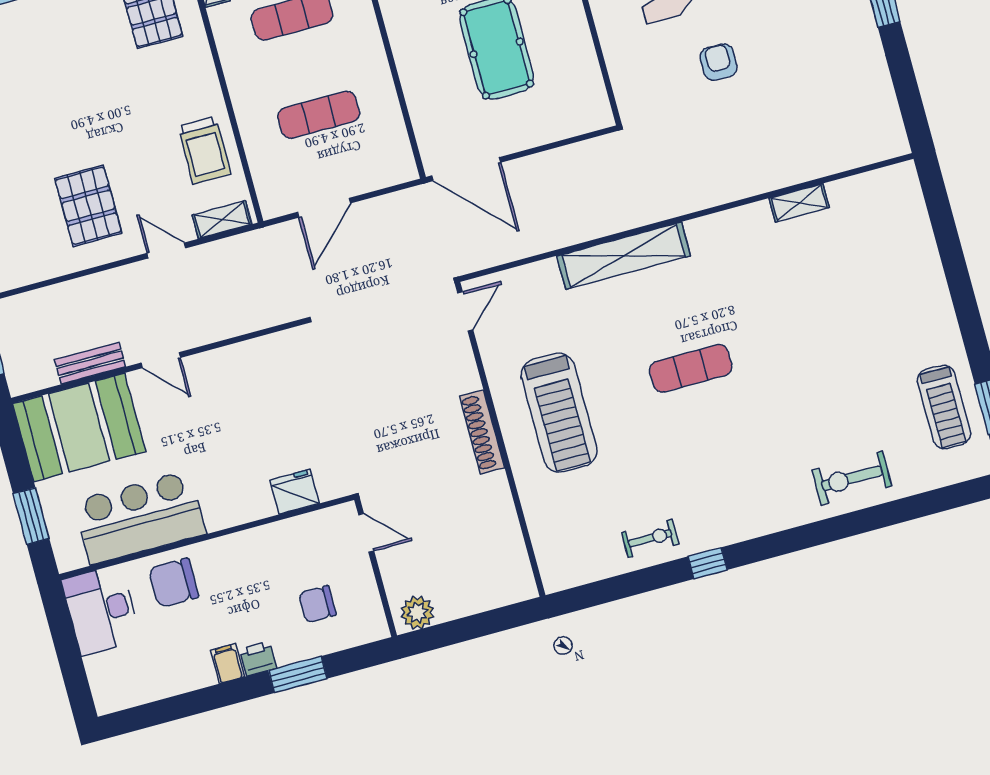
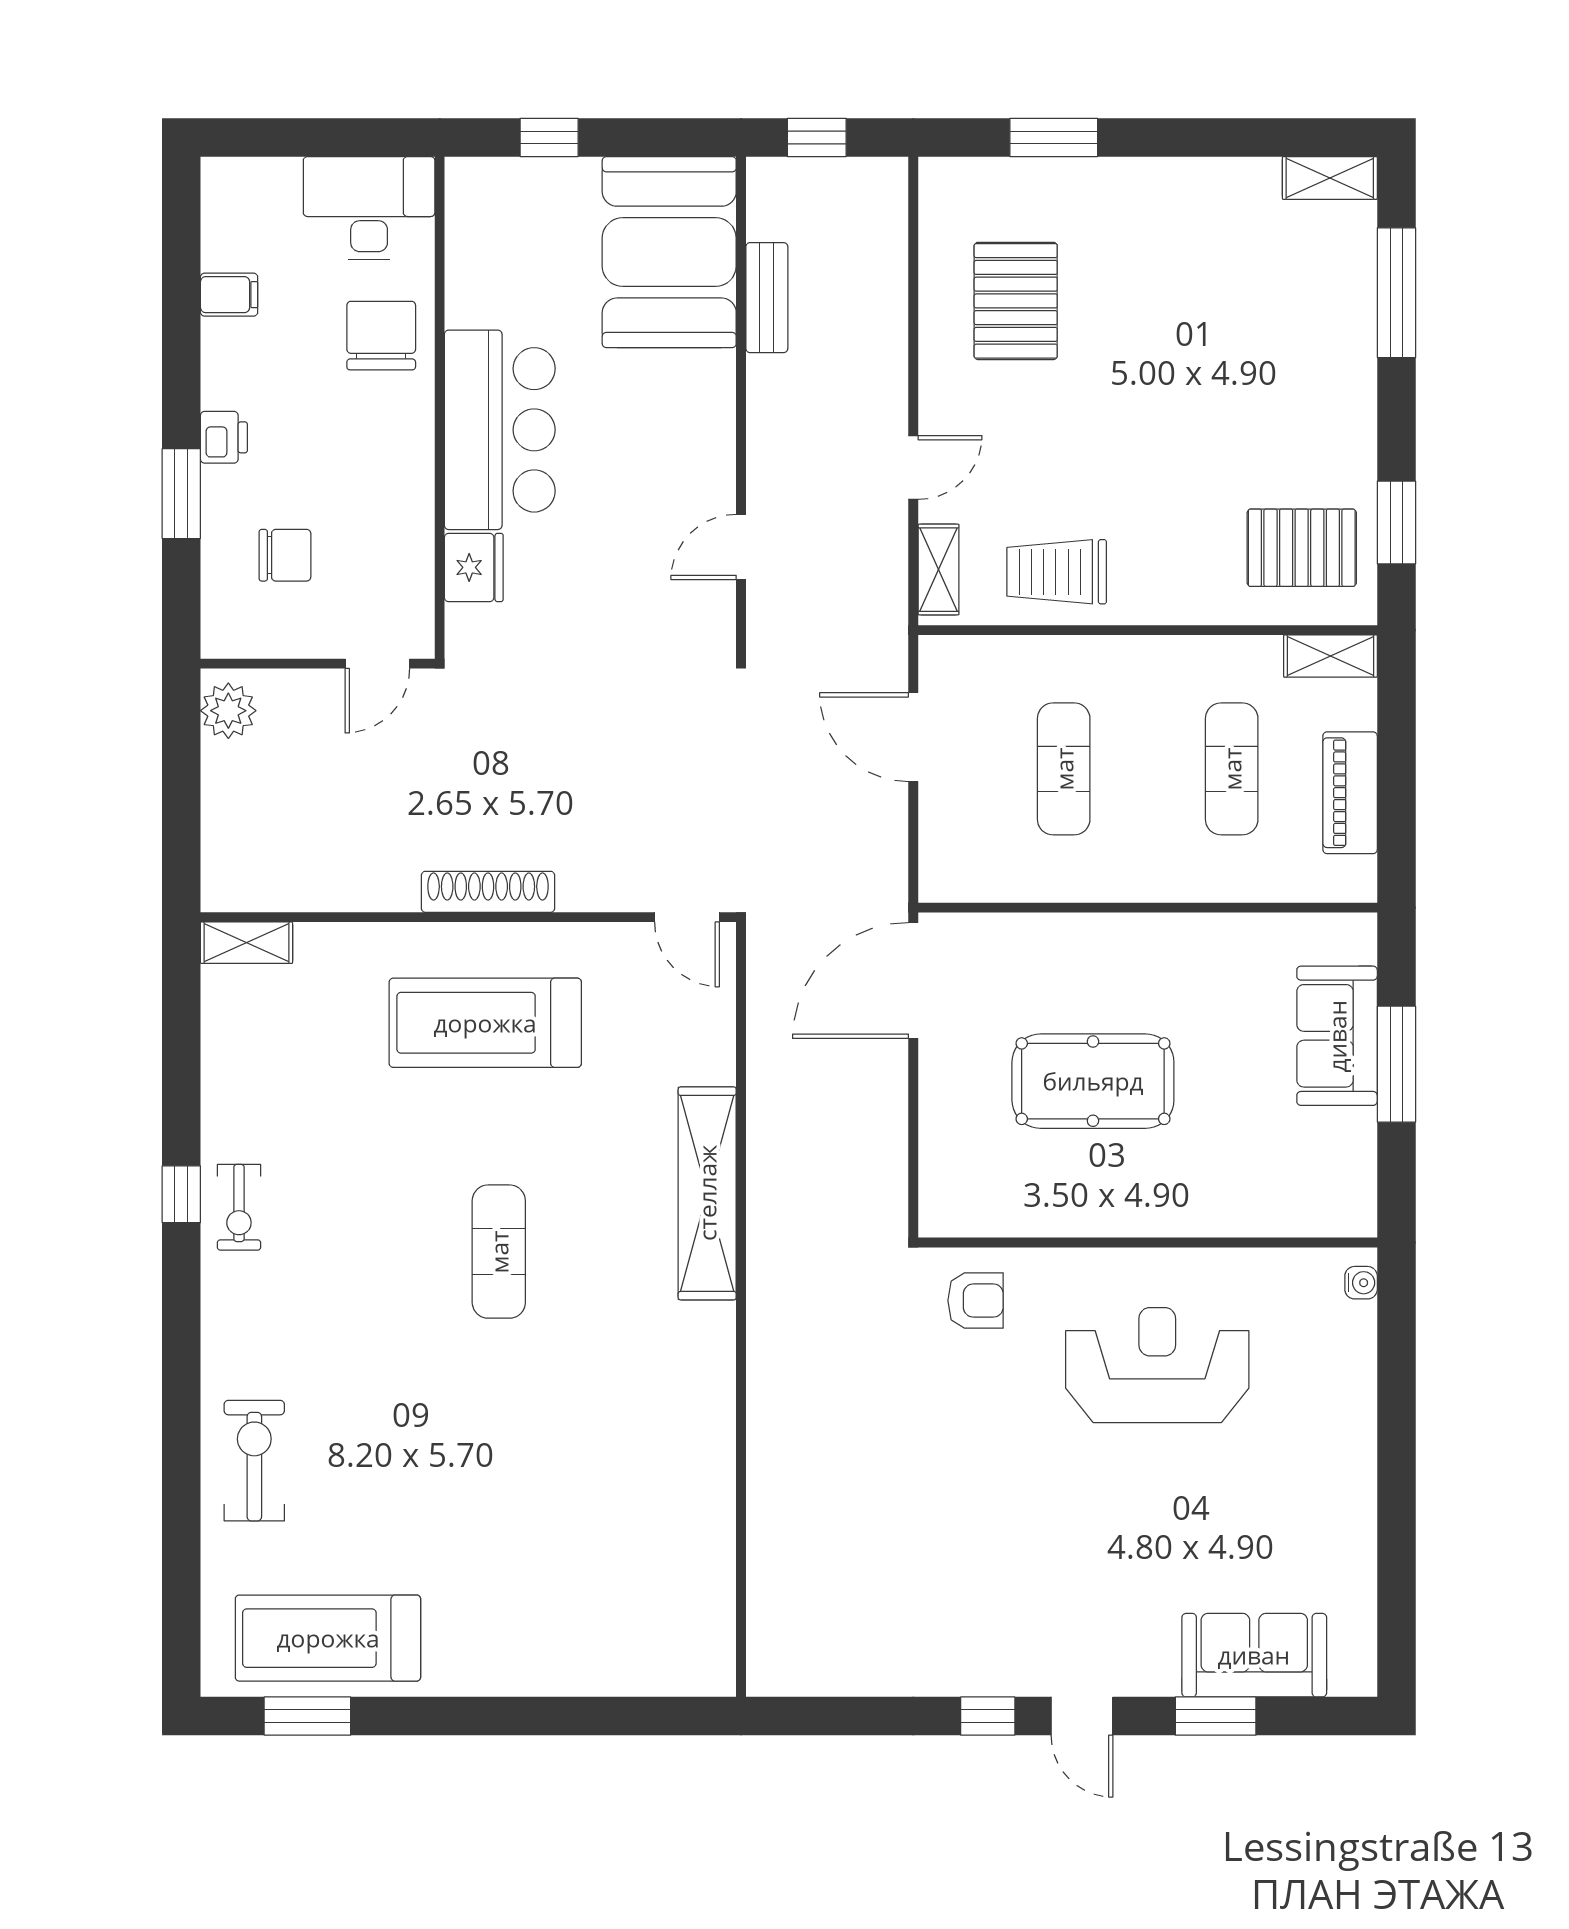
armchair: (719, 62) -> (976, 1301), moved
shelving: (799, 203) -> (247, 943), moved, turned 90
pallet: (88, 206) -> (1016, 301), moved, turned 90
door: (161, 360) -> (741, 547), moved
treadmill: (944, 407) -> (328, 1638), width x1.37, depth x1.38
window: (31, 516) -> (549, 137), width x0.67
bar counter: (140, 517) -> (500, 430), moved
exercise bike: (650, 538) -> (239, 1207), moved
chair: (317, 604) -> (285, 555), turned 90
filing cabinet: (227, 664) -> (229, 295), moved

